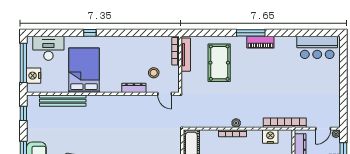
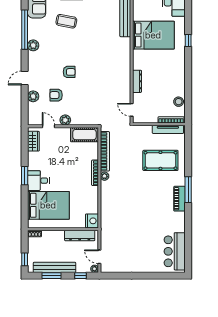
stool: (154, 73) -> (179, 102), moved
door: (165, 94) -> (132, 110), hinge flipped
bookcase: (285, 123) -> (105, 151), moved
nightstand: (270, 137) -> (92, 221), moved

